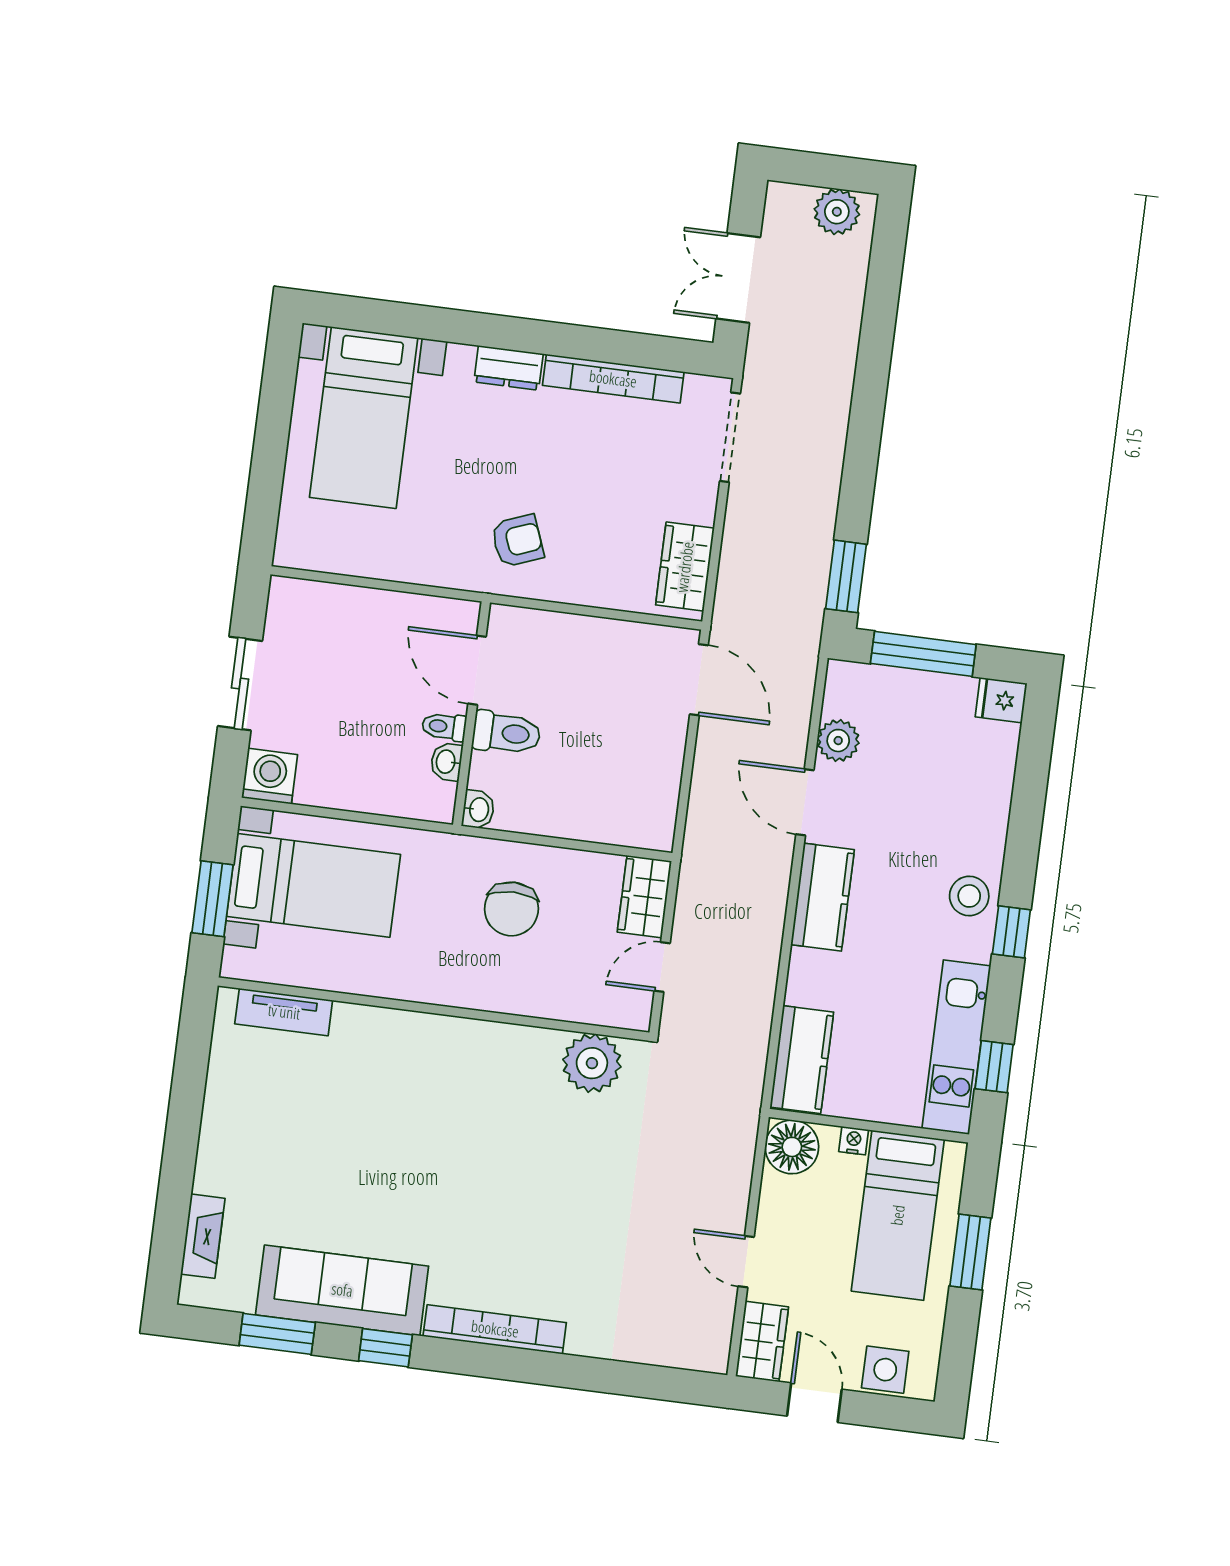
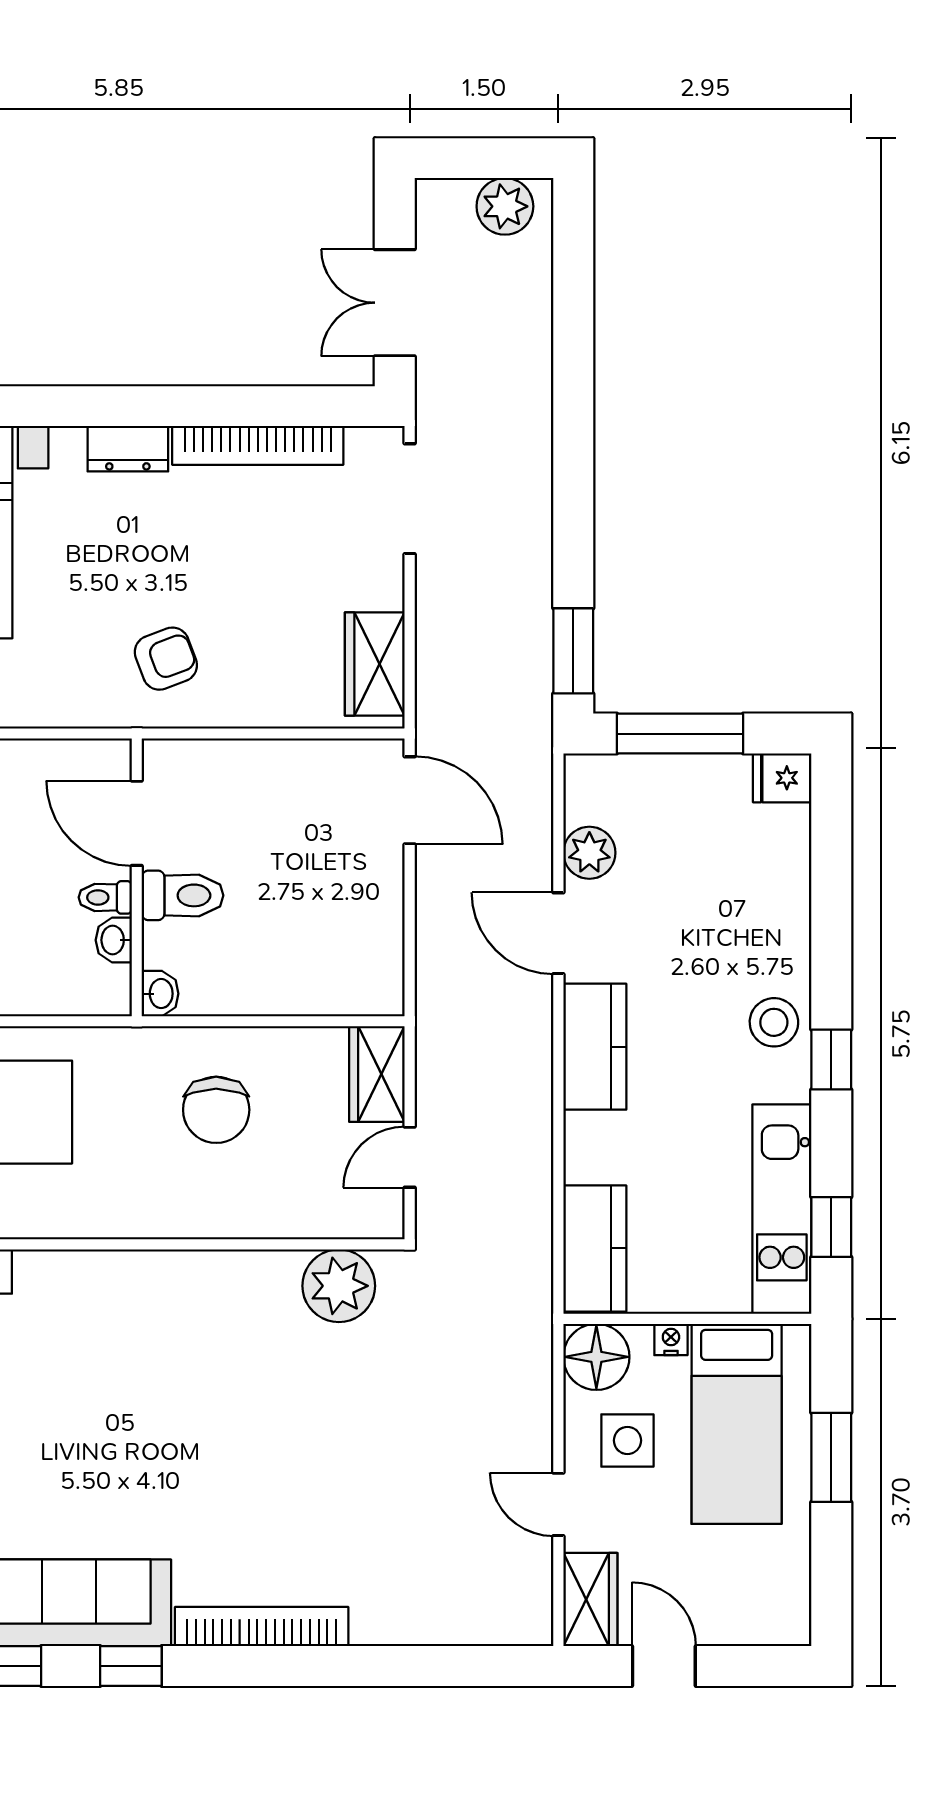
side table: (885, 1370) -> (627, 1440), moved

